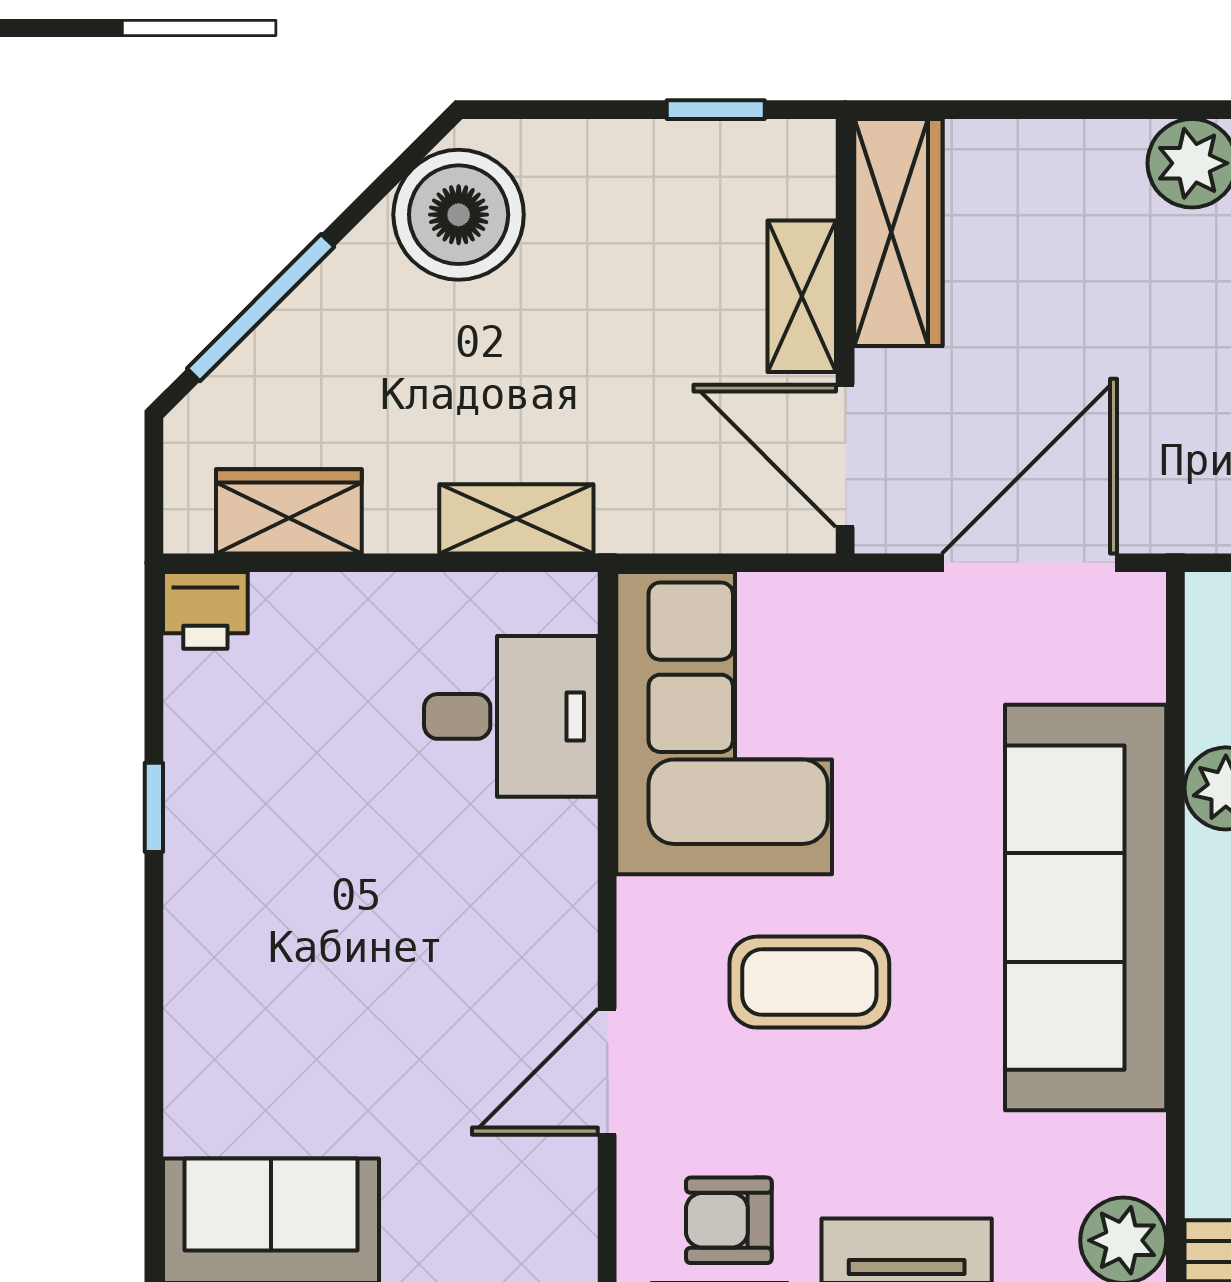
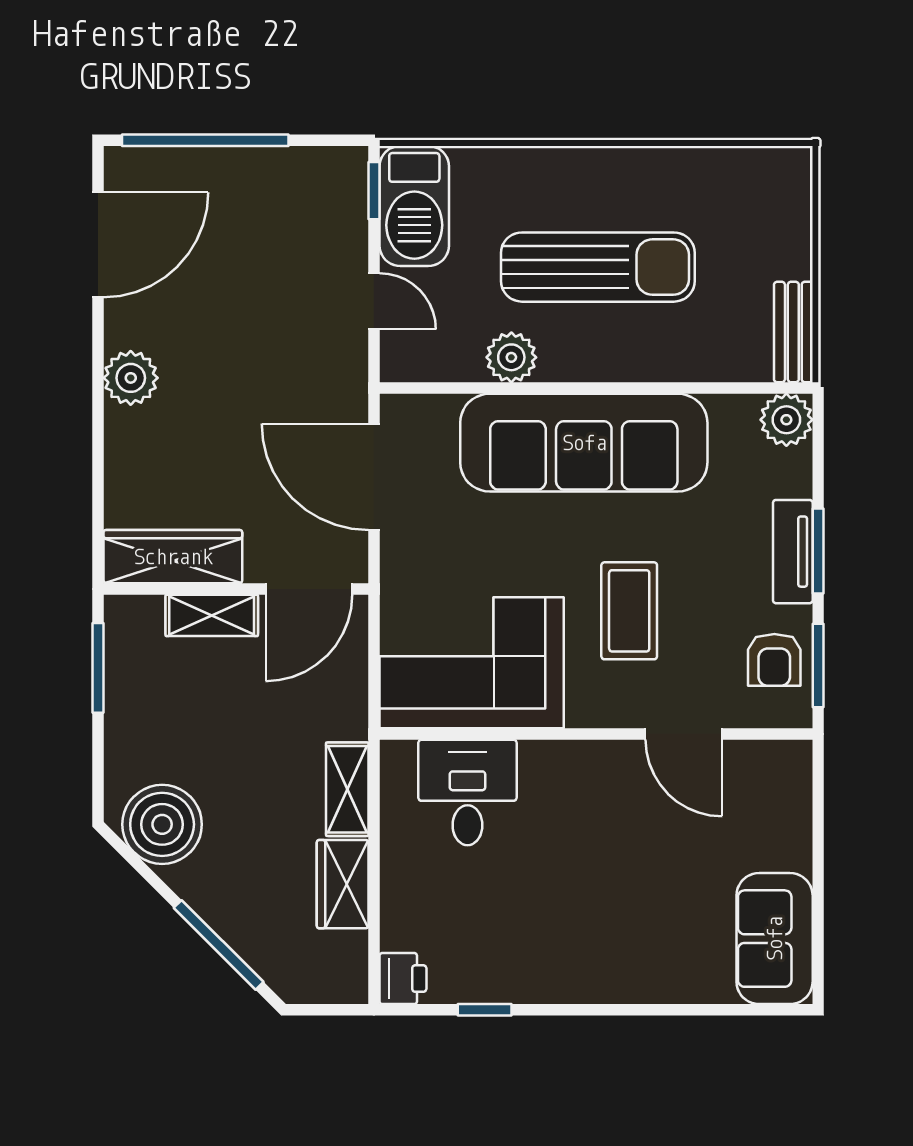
window: (716, 110) -> (98, 668), width x1.50
wardrobe: (289, 511) -> (343, 884), moved
window: (154, 807) -> (485, 1010), moved

